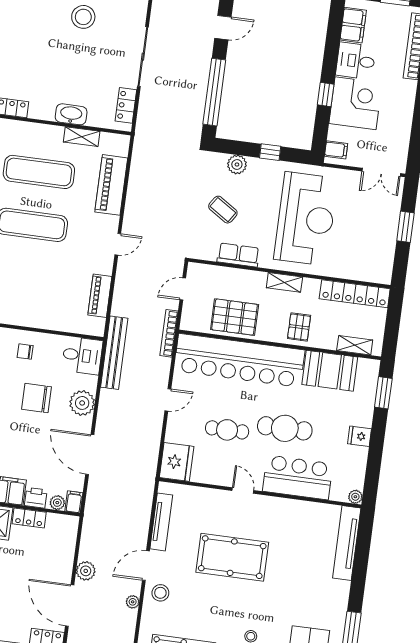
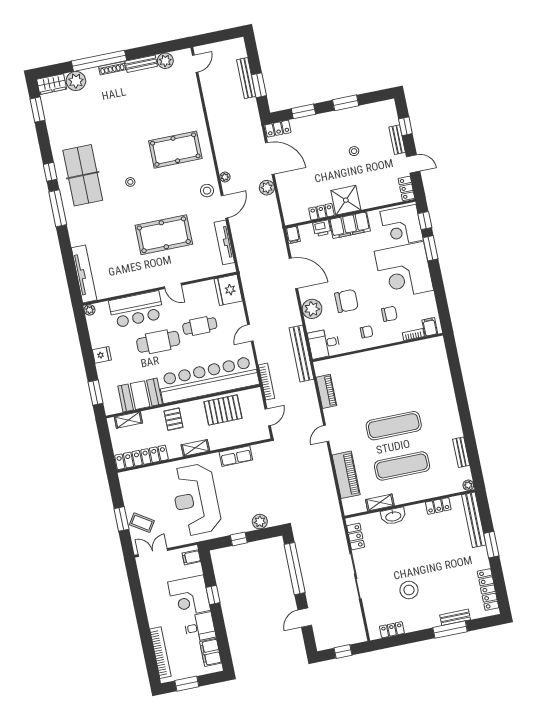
coffee table: (223, 210) -> (142, 523), moved
plant: (57, 503) -> (305, 230), removed

